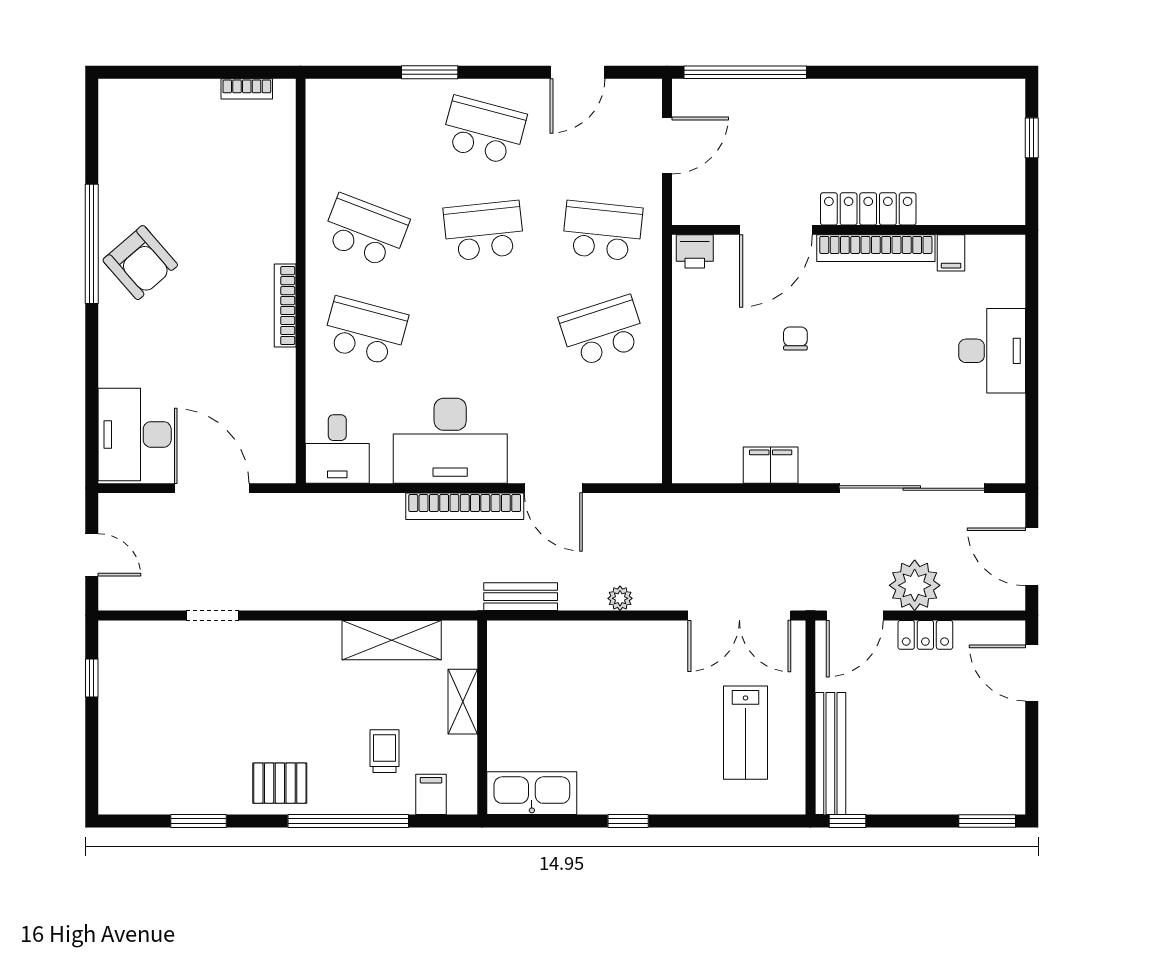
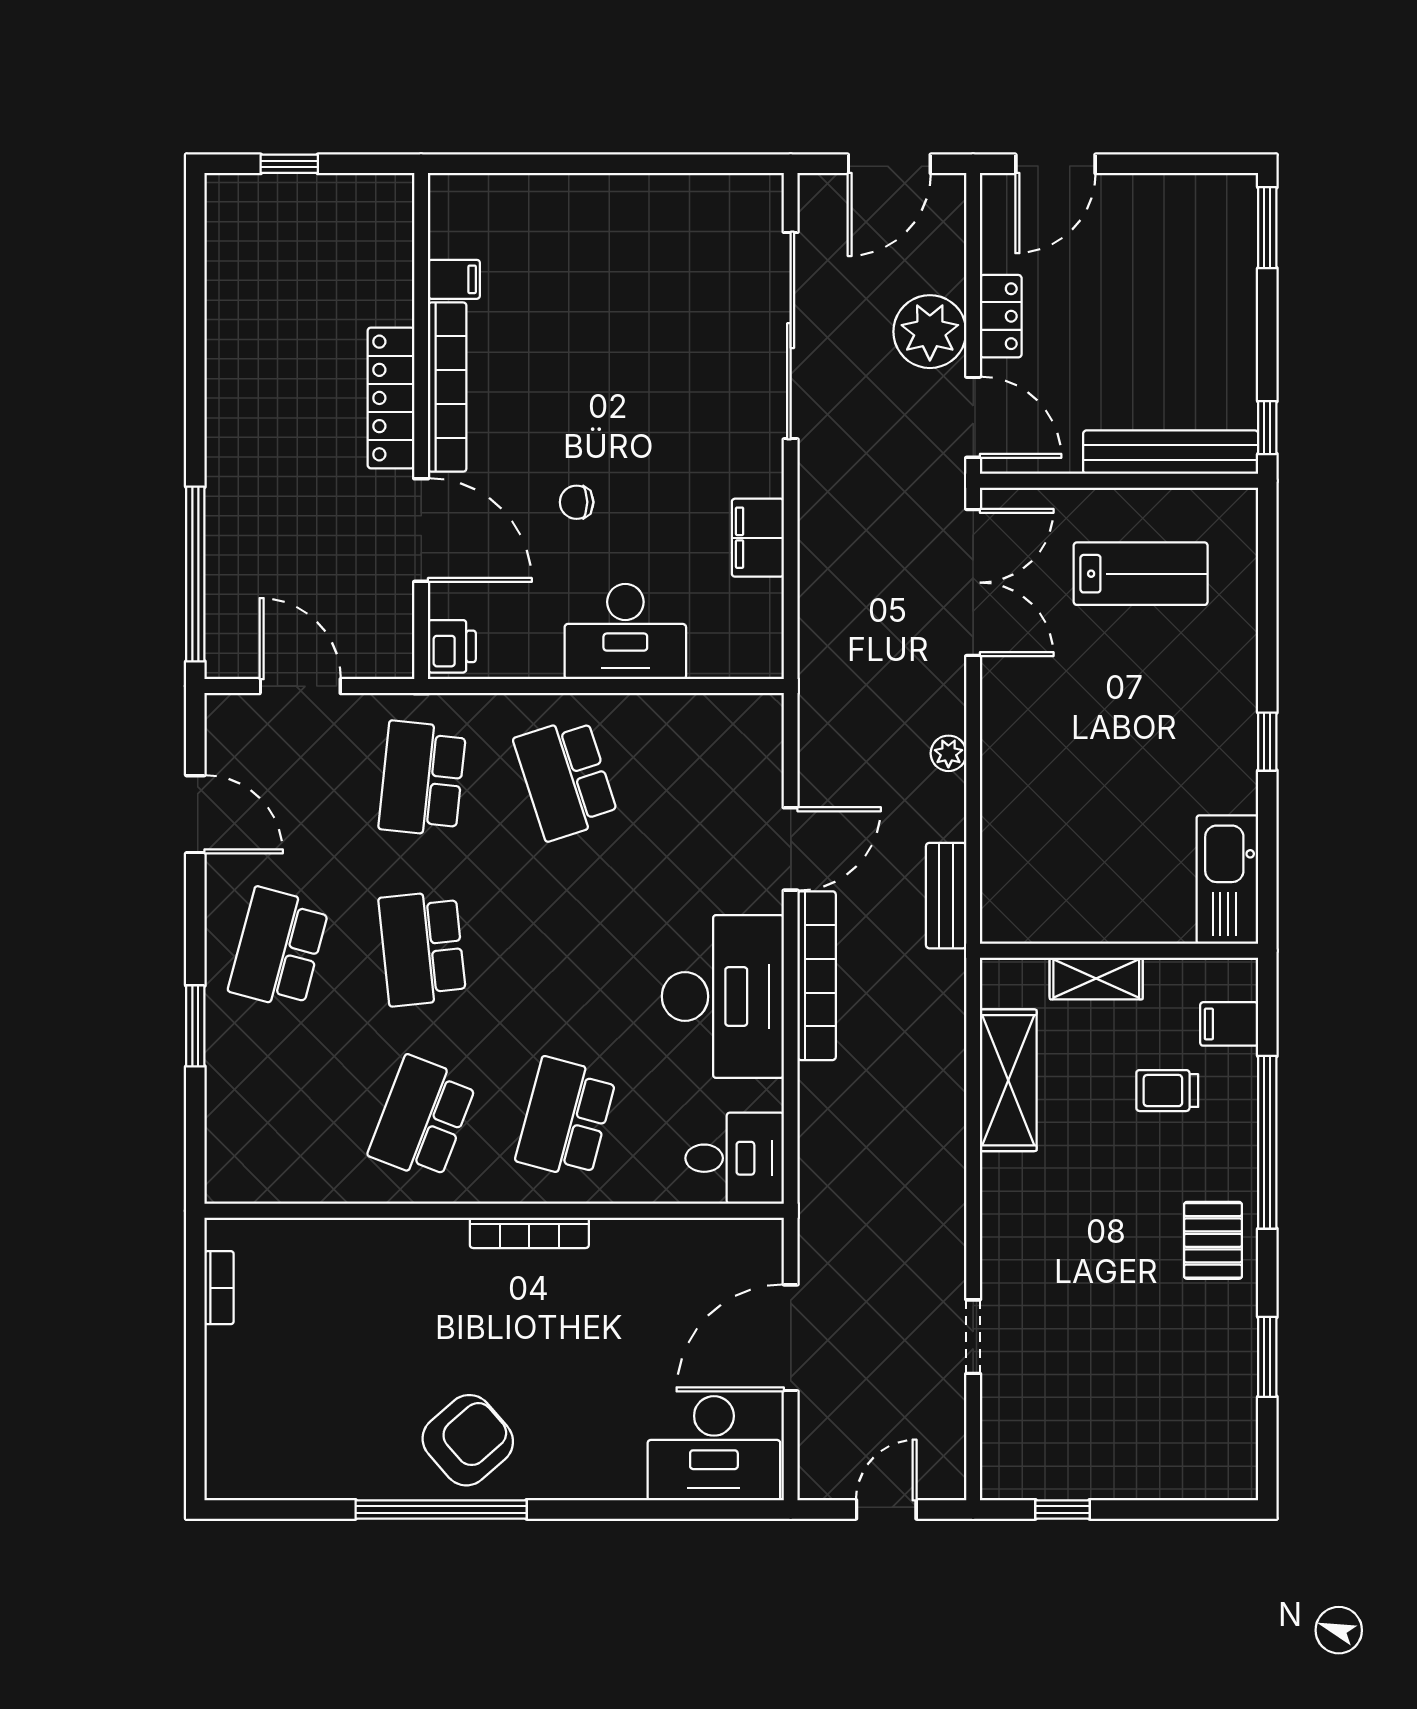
desk: (992, 351) -> (625, 632), moved, turned 180

